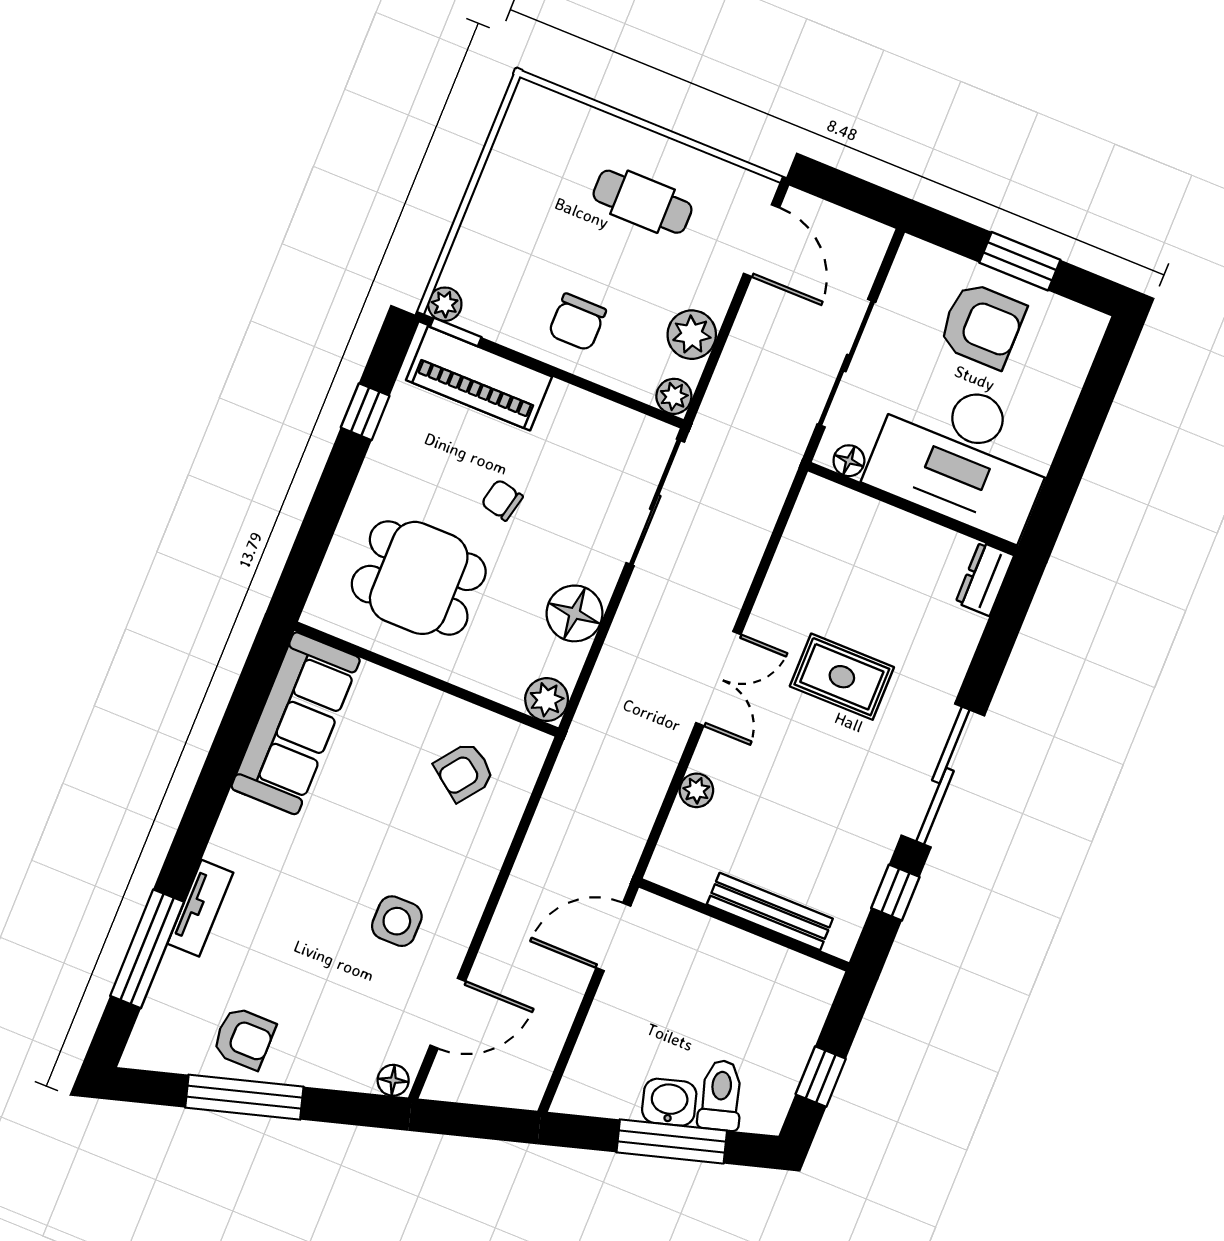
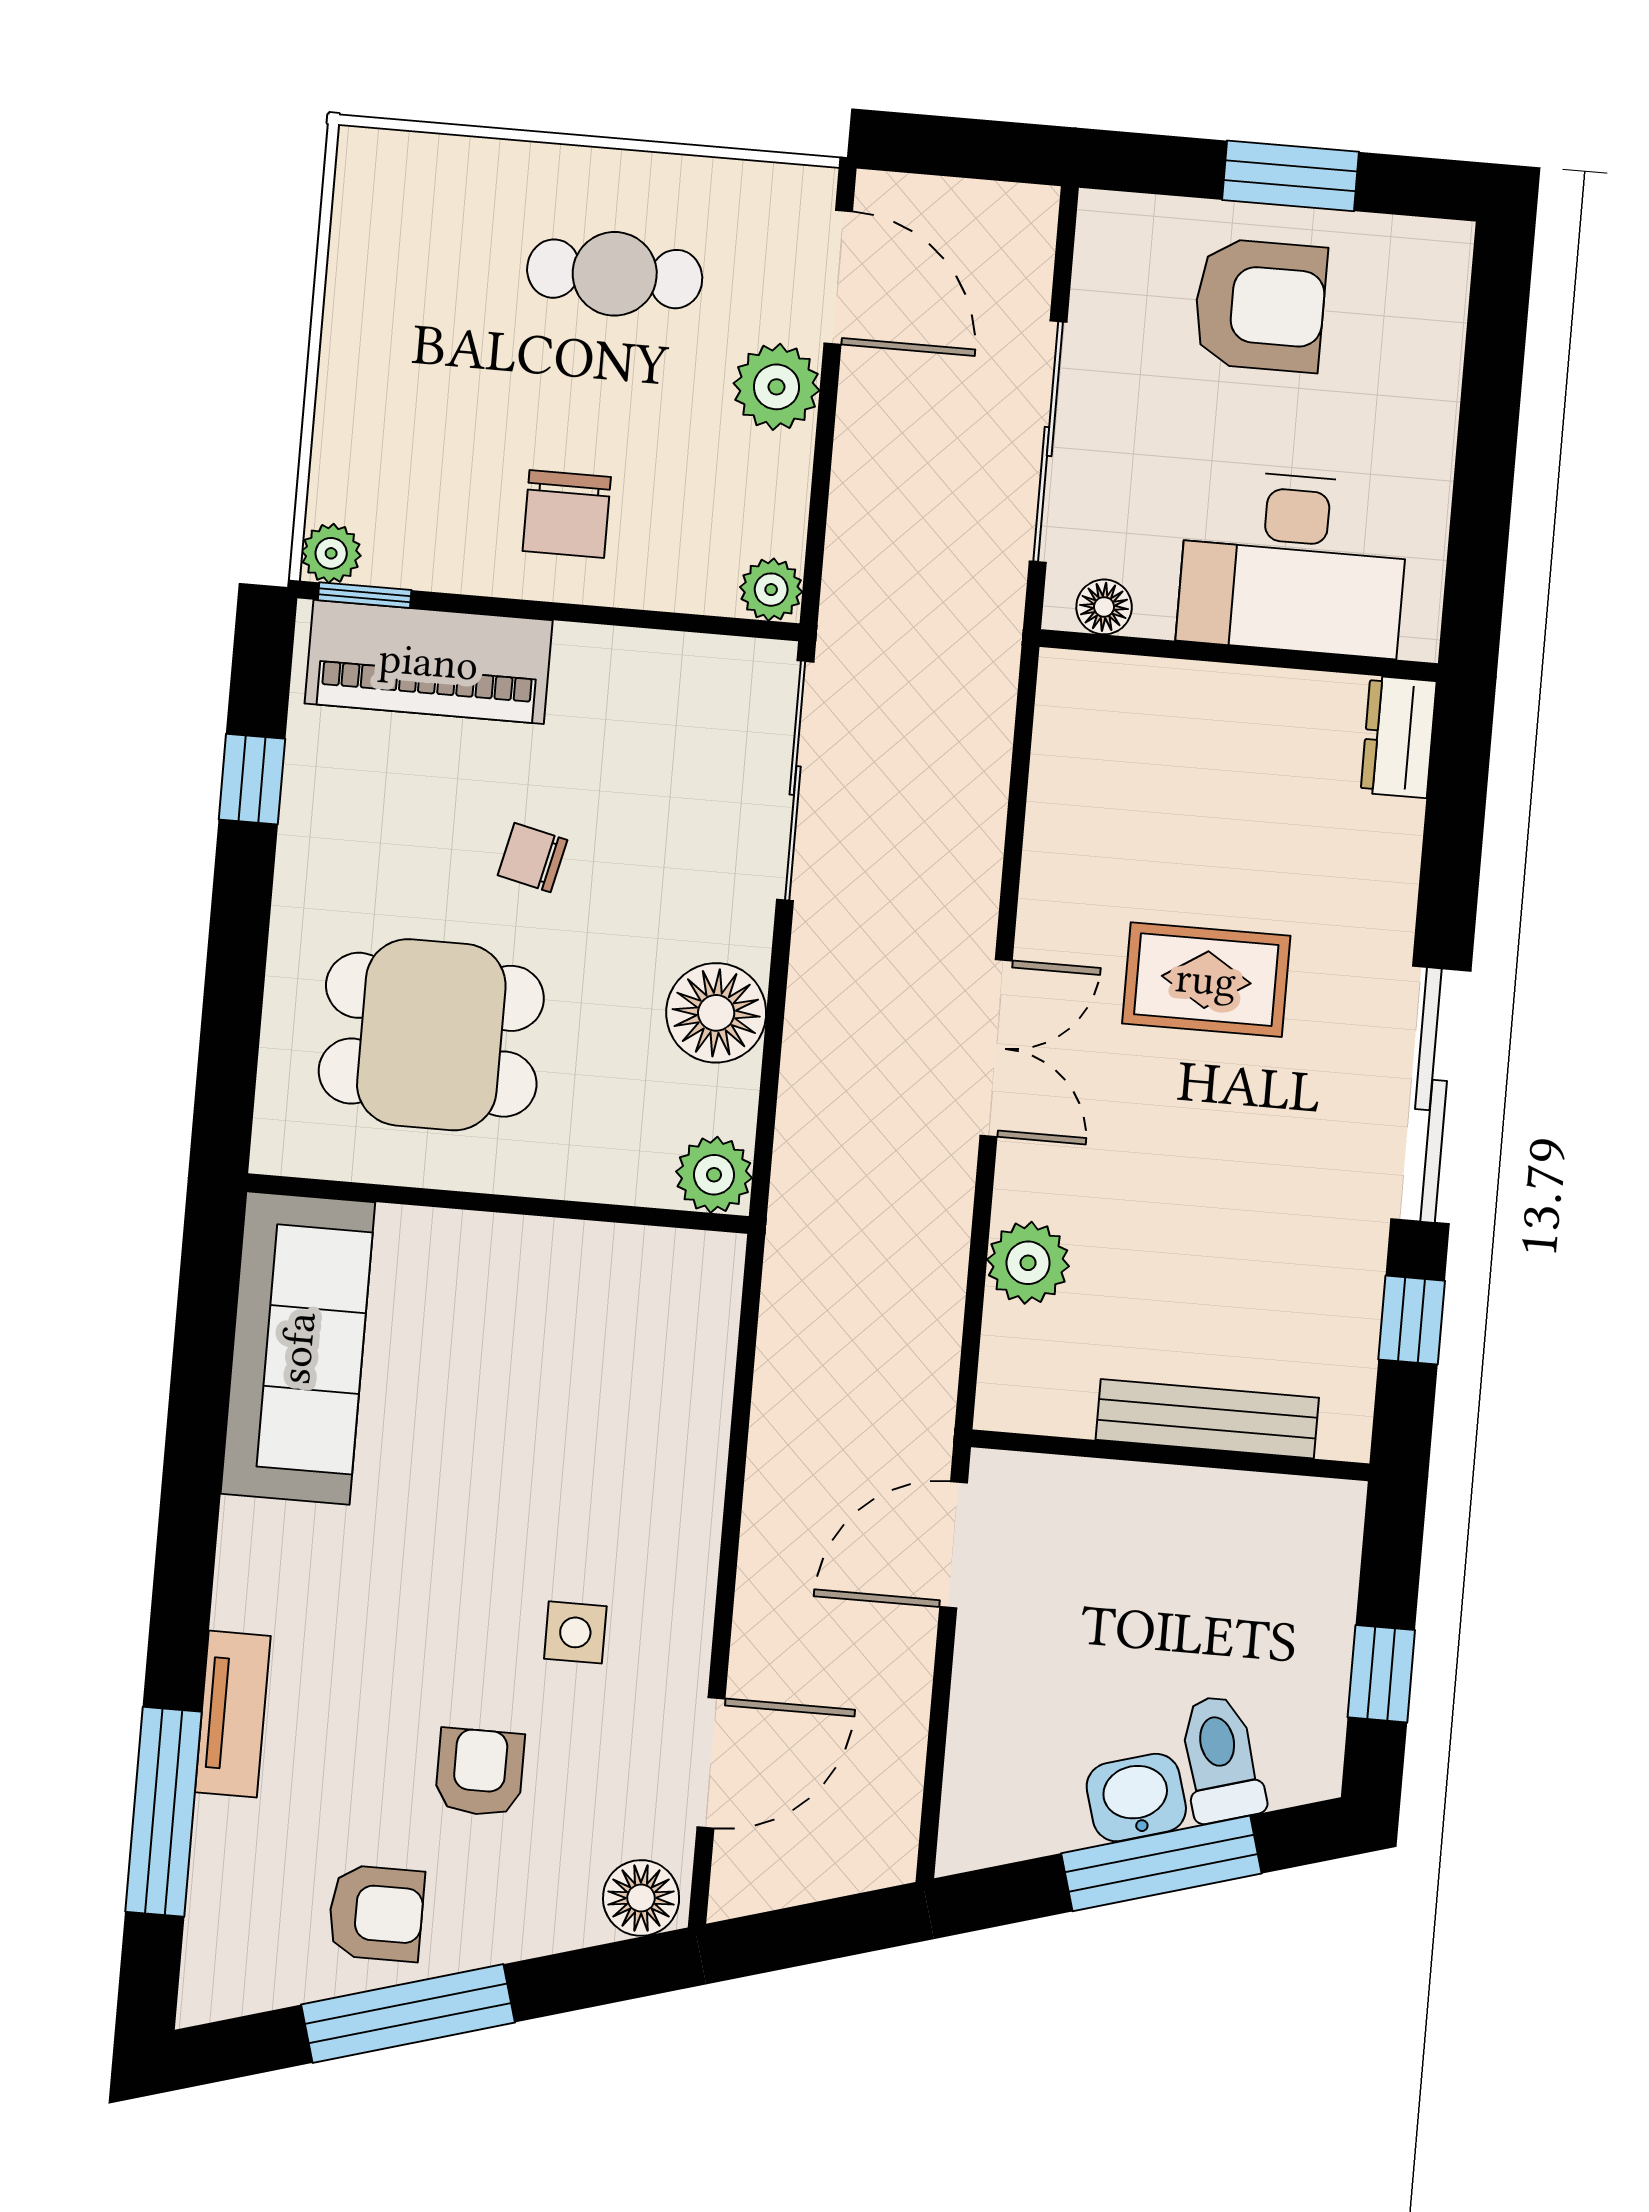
plant: (692, 335) -> (776, 387), moved
desk: (963, 455) -> (1293, 563), width x0.73, depth x0.77
armchair: (464, 772) -> (480, 1772), moved, turned 143
plant: (696, 790) -> (1028, 1263), width x1.38, depth x1.38
side table: (397, 921) -> (575, 1632), width x0.73, depth x0.73
floor lamp: (393, 1080) -> (641, 1898), width x1.37, depth x1.37

